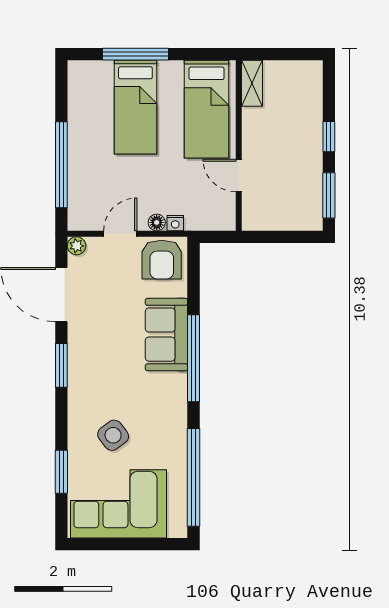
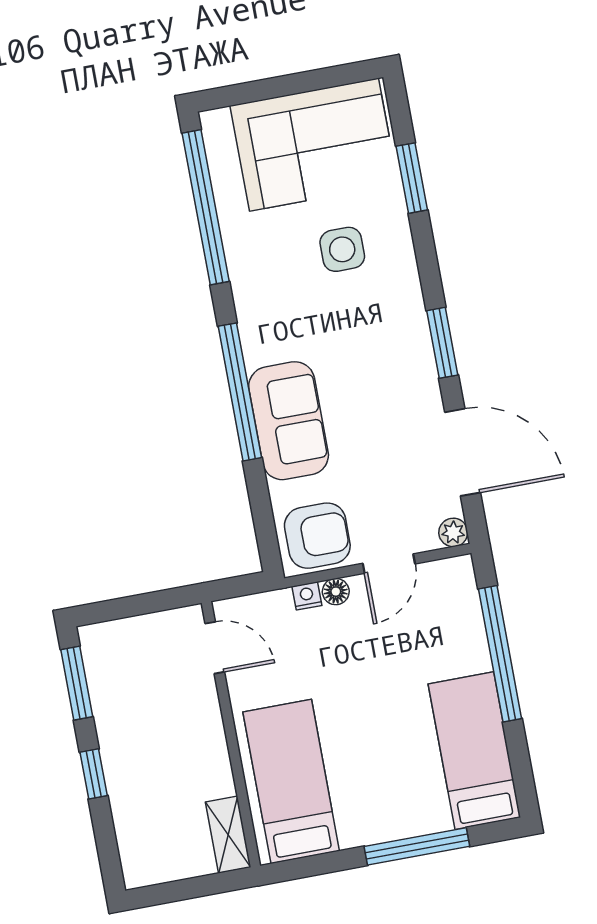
bed: (135, 107) -> (474, 751), moved
door: (239, 175) -> (215, 648), moved
armchair: (162, 260) -> (317, 536), turned 90
side table: (113, 435) -> (342, 249), turned 37

